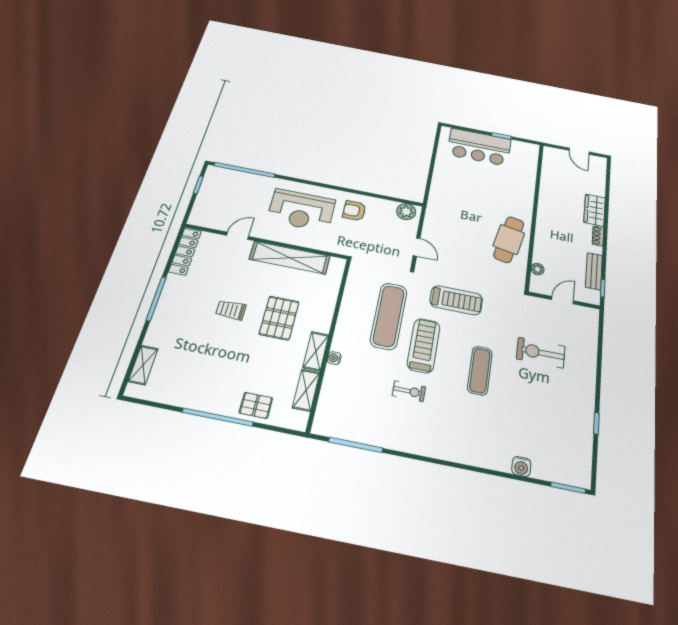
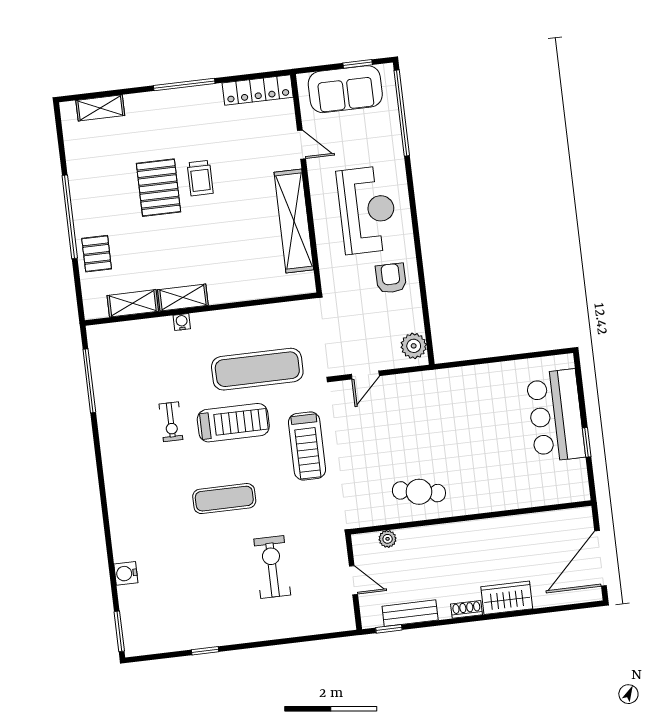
door: (579, 151) -> (600, 558), width x1.88
sofa: (212, 197) -> (345, 89), added
reception desk: (301, 210) -> (367, 210), turned 180
cafe table: (509, 239) -> (419, 492), width x0.73, depth x0.74
trolley: (231, 310) -> (200, 178), turned 180
pallet: (279, 318) -> (158, 188), moved, turned 90

